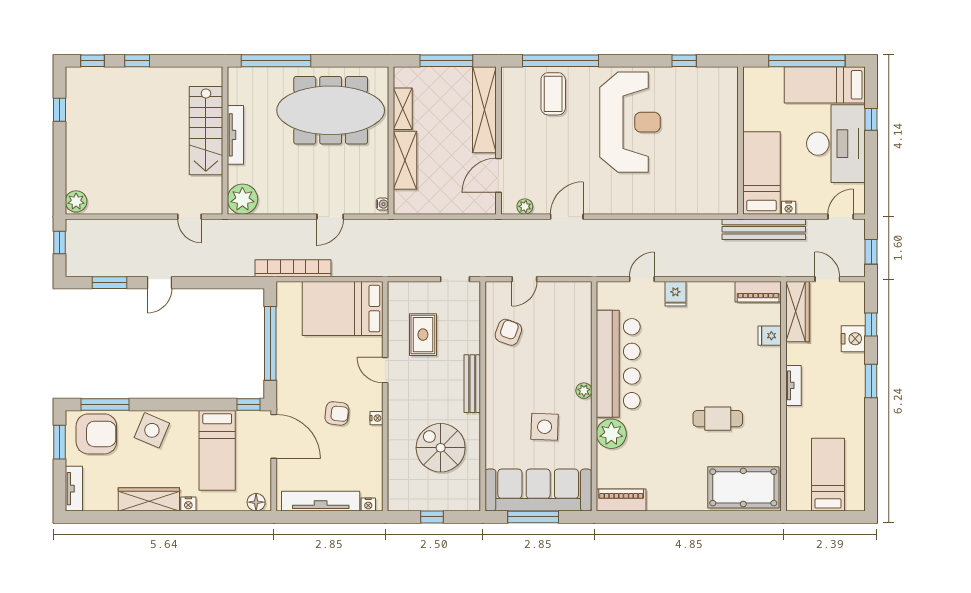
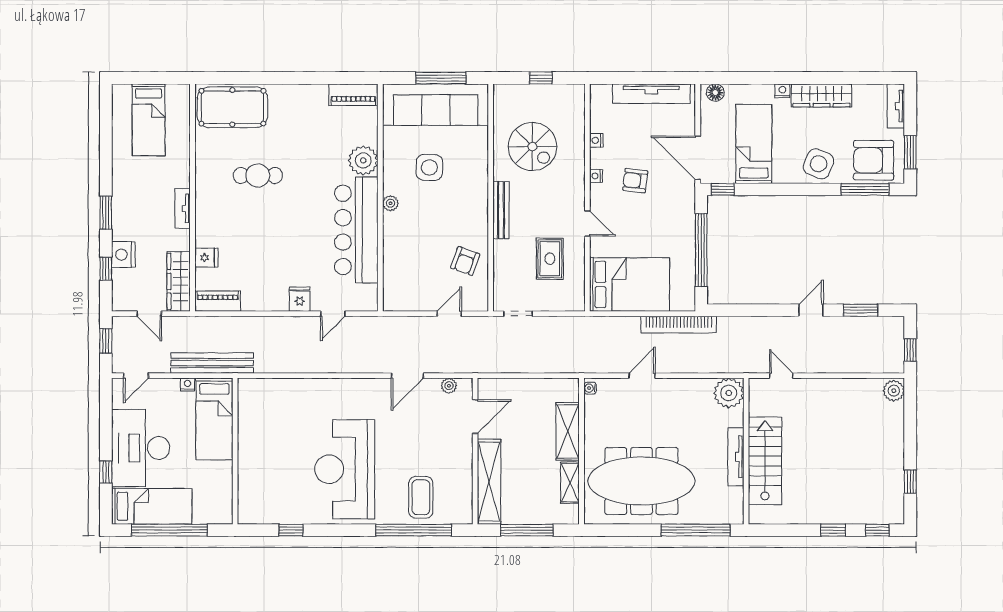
nightstand: (368, 504) -> (596, 140), moved, turned -90

